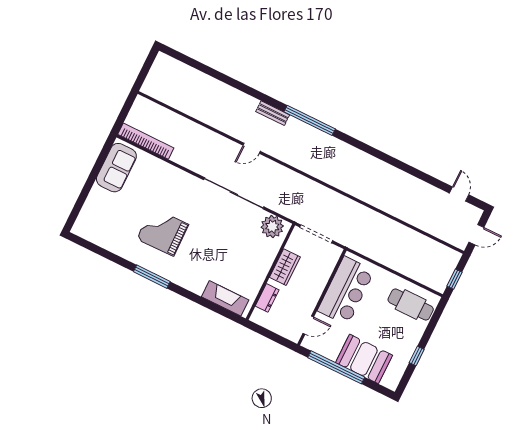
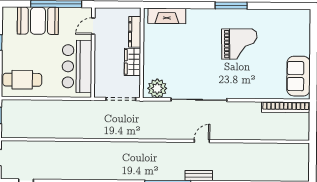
dresser: (267, 298) -> (135, 32), width x1.44

